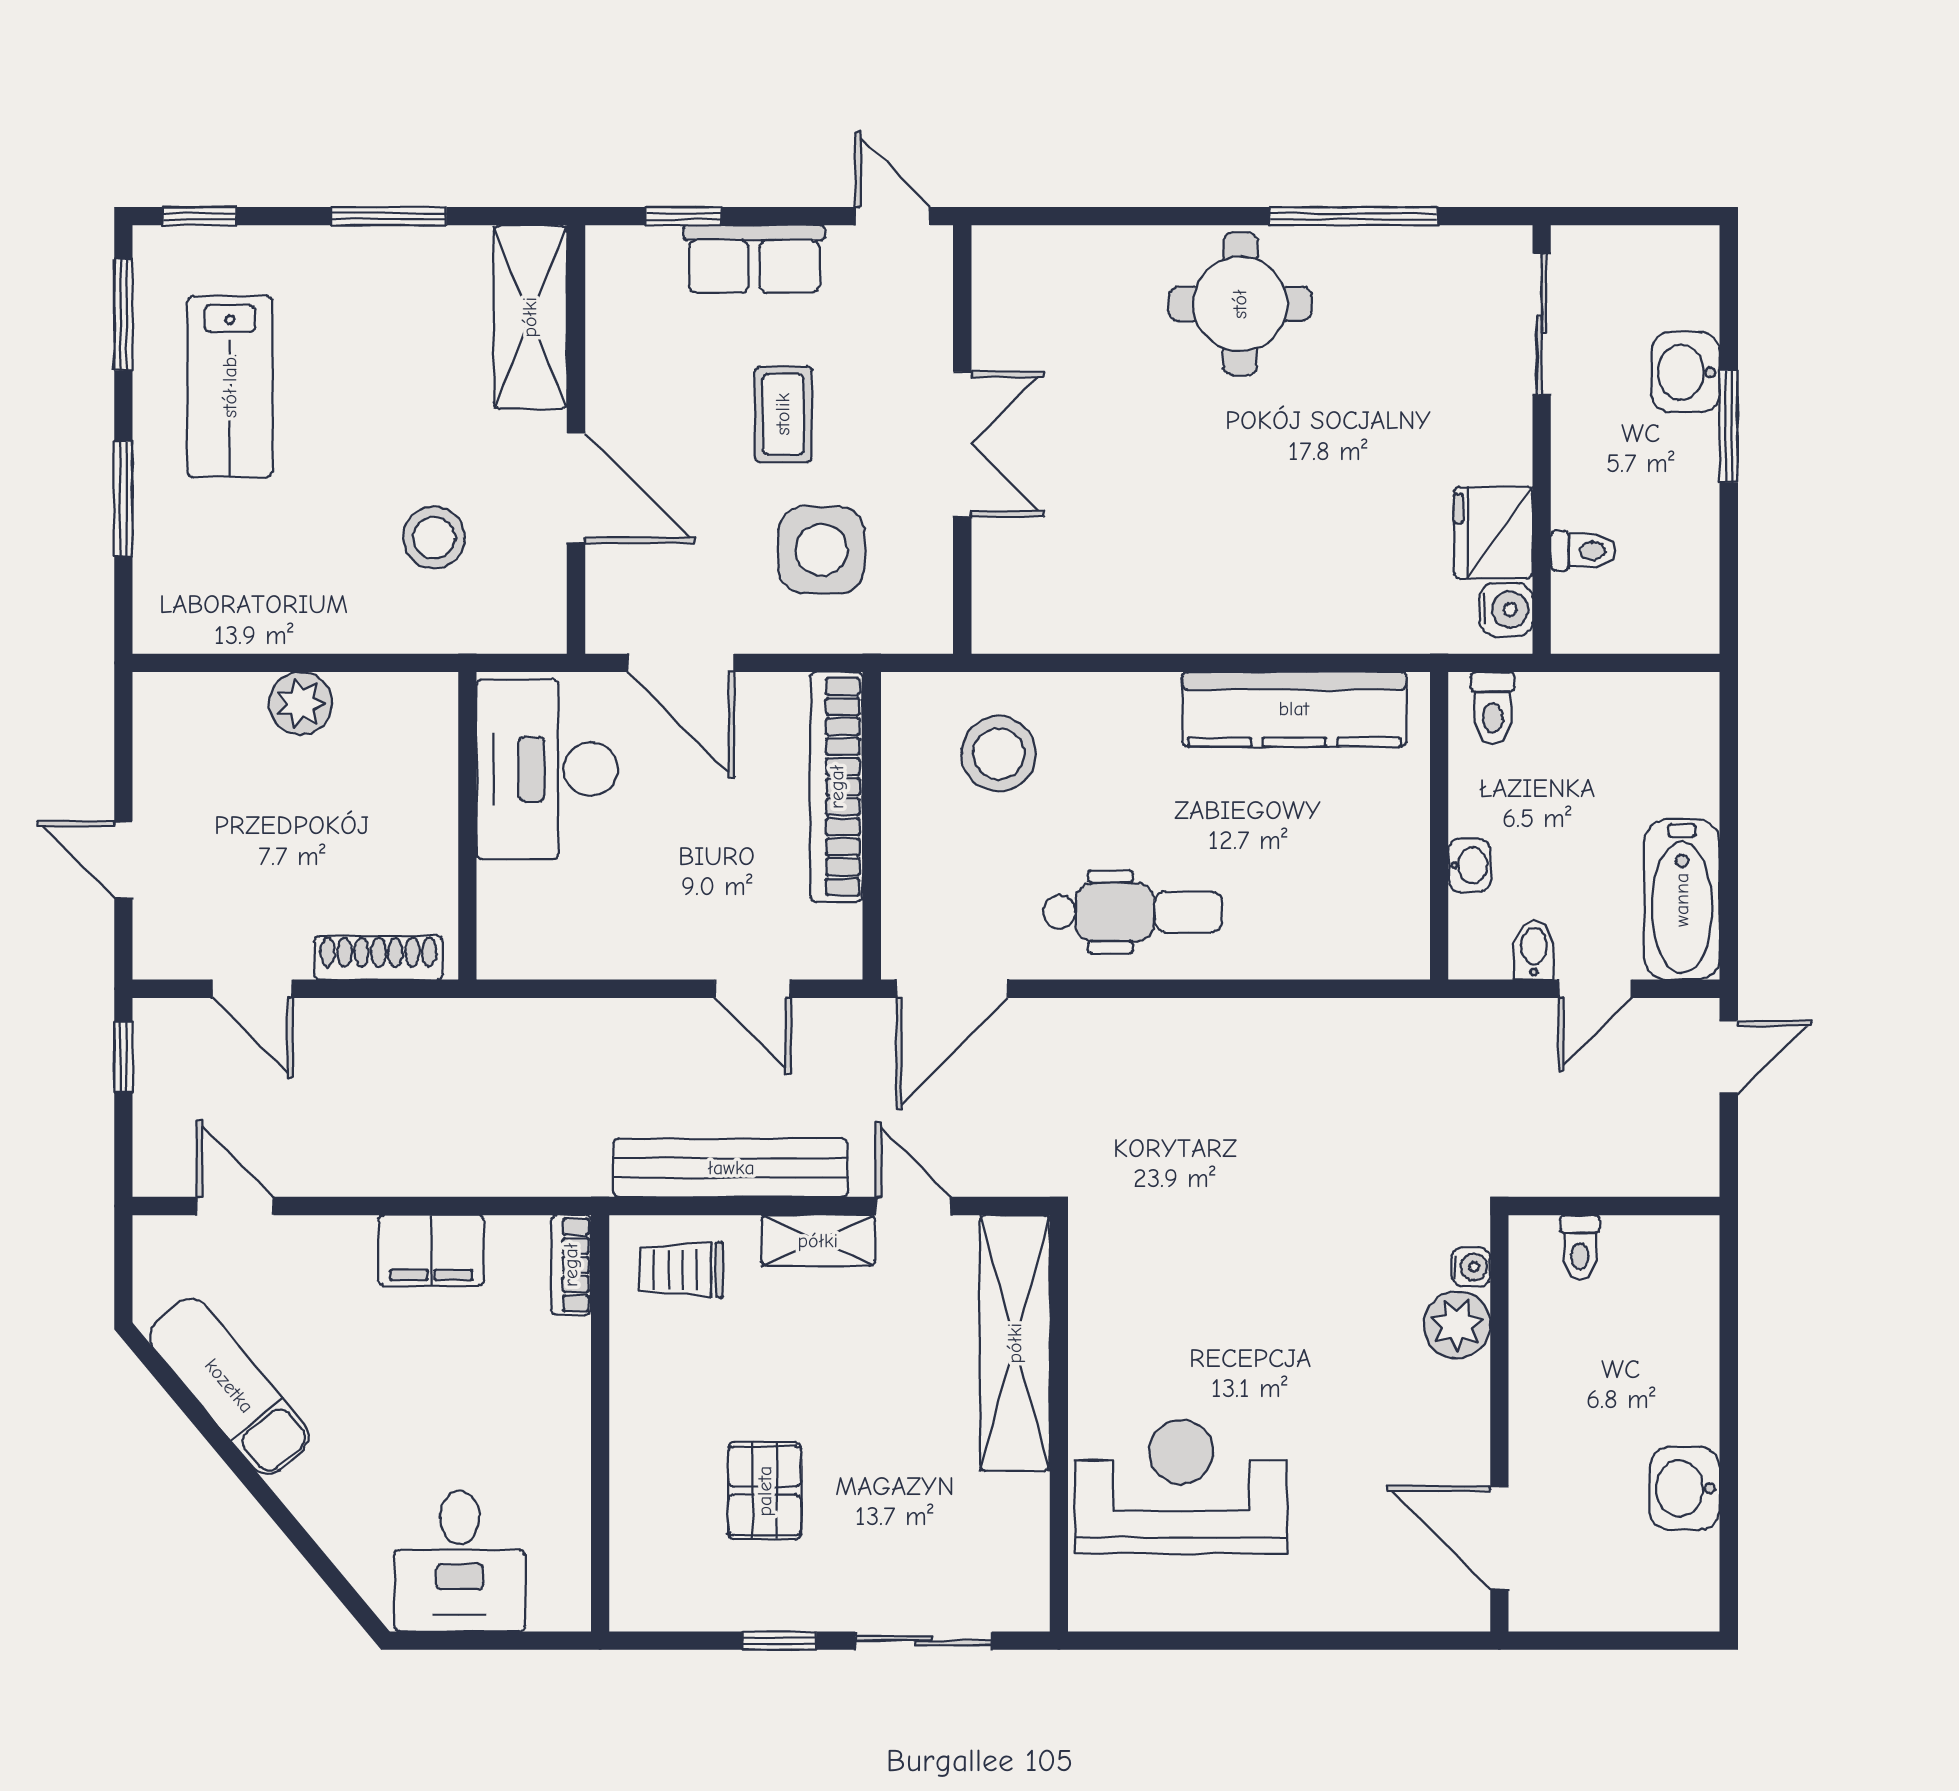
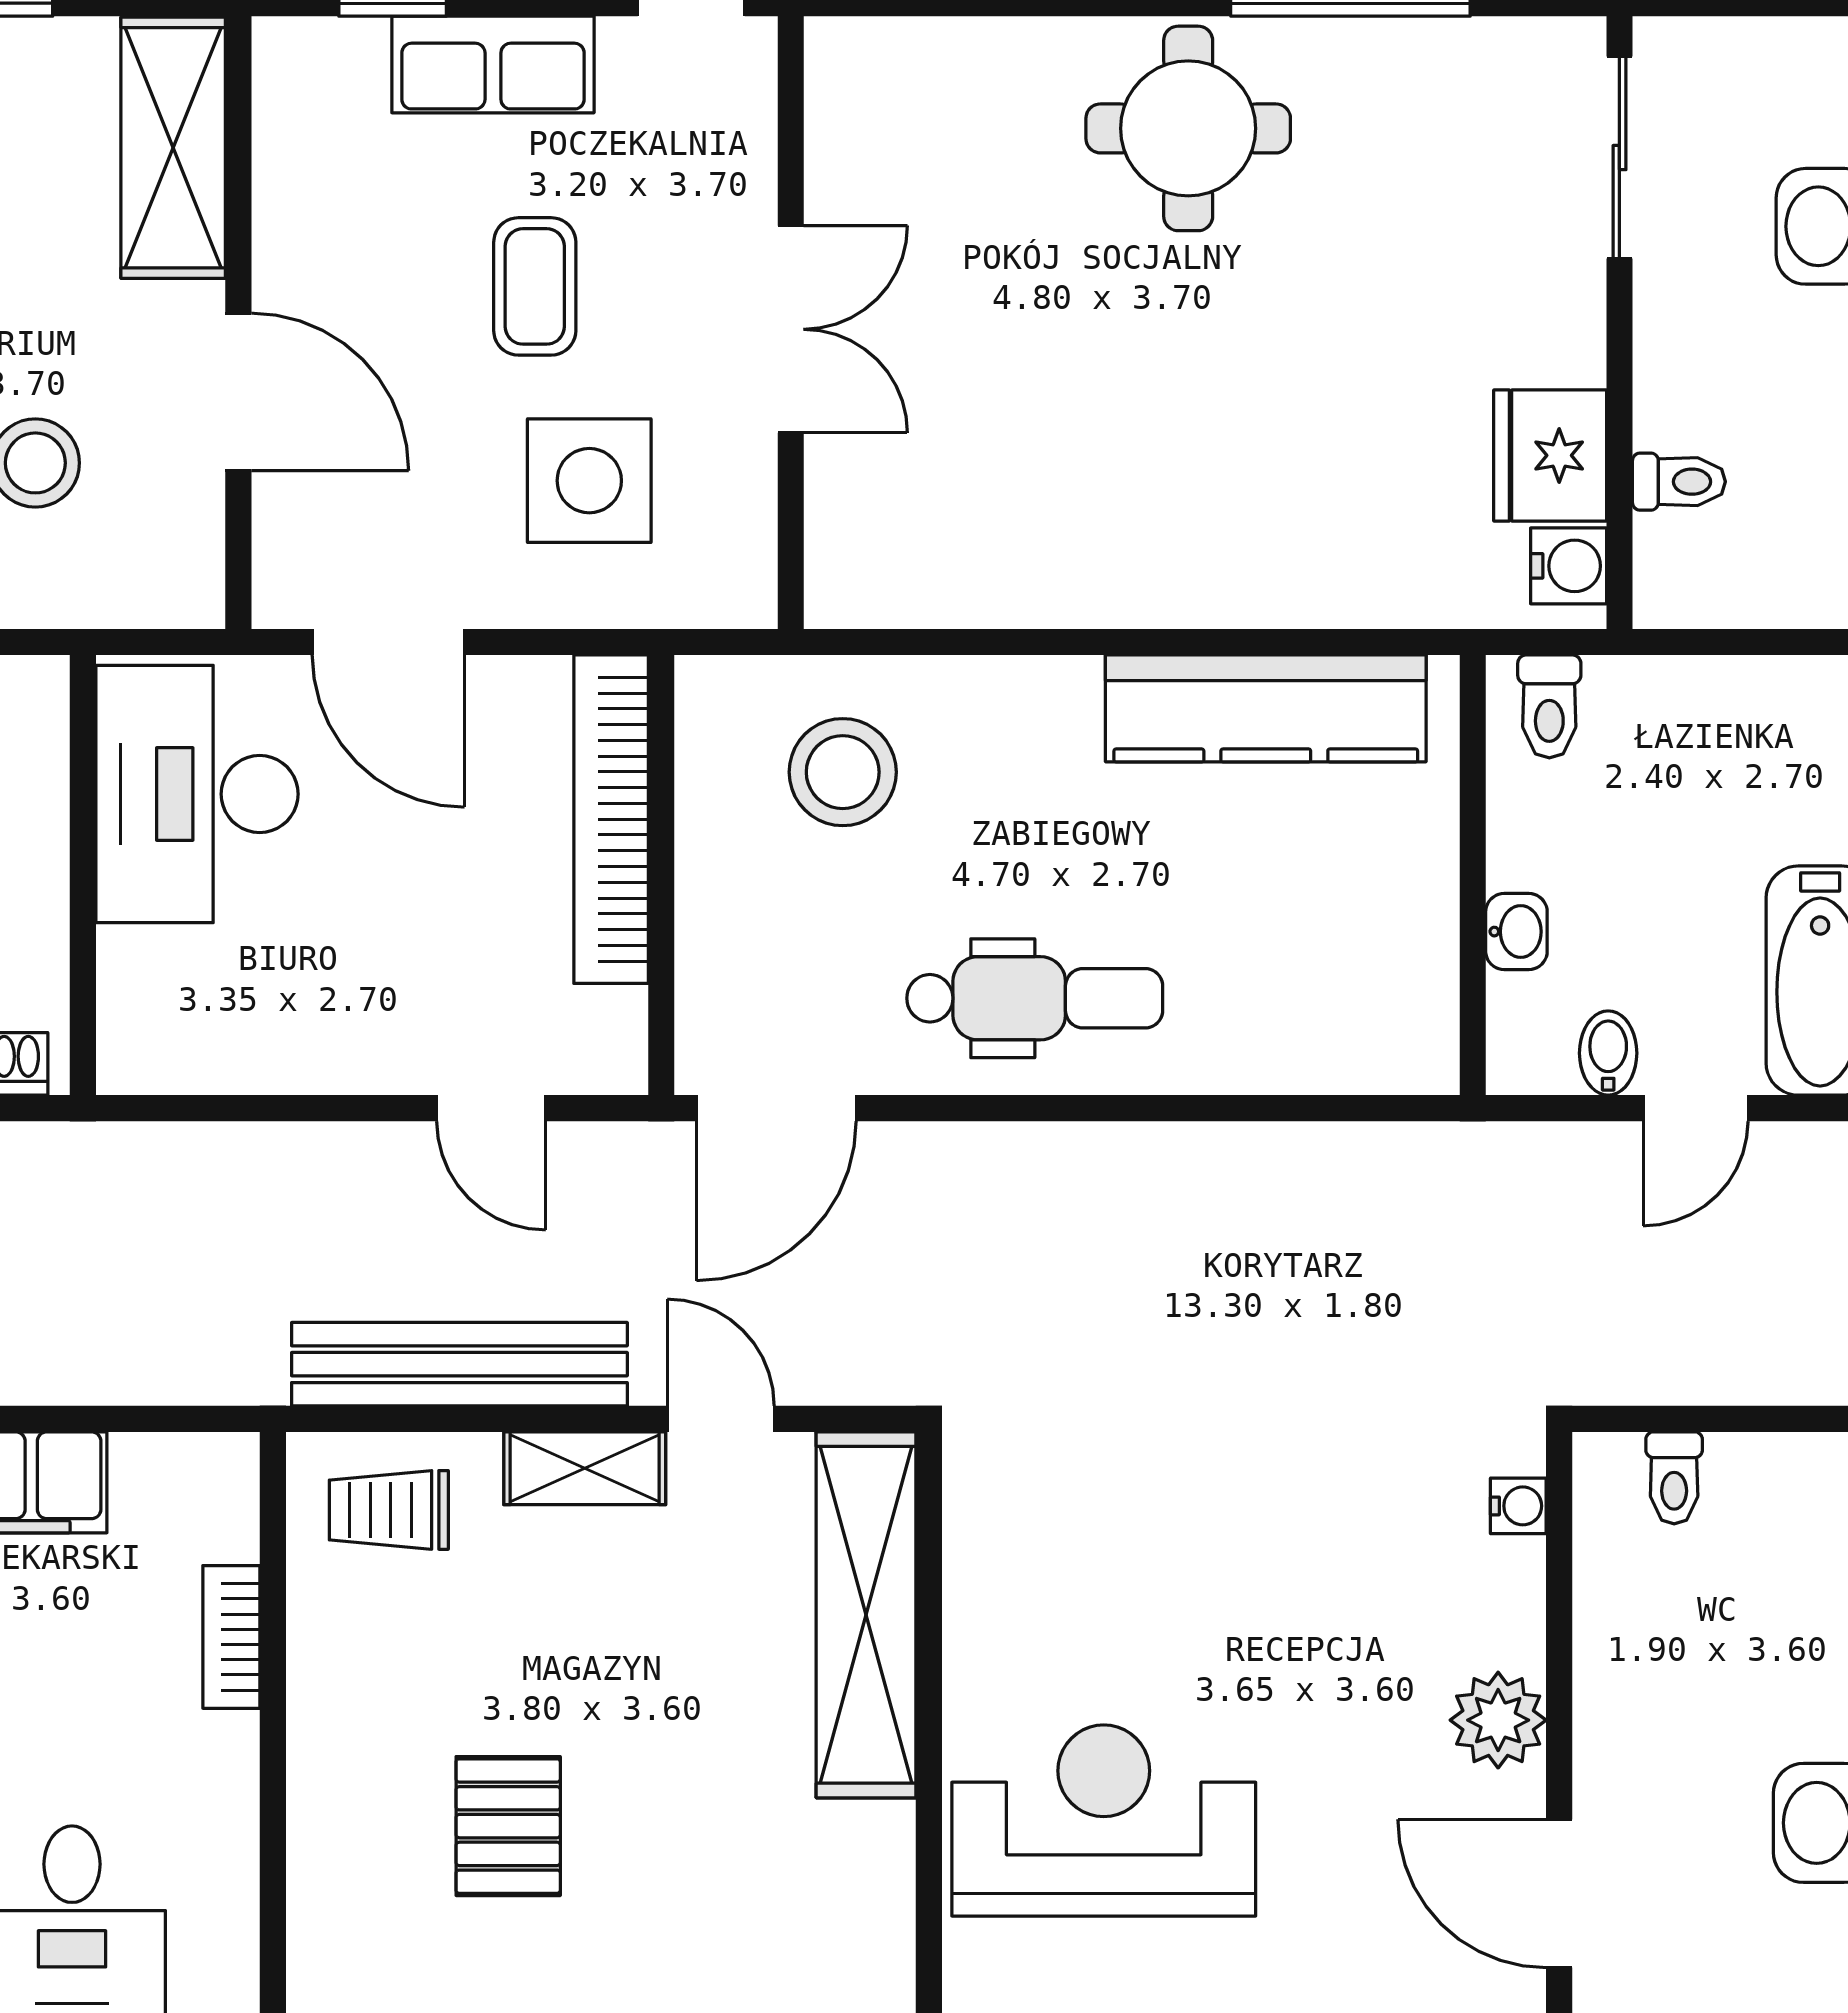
bookcase: (571, 1265) -> (231, 1637), moved
plant: (1457, 1325) -> (1498, 1720), moved

